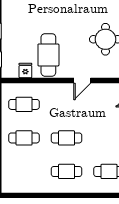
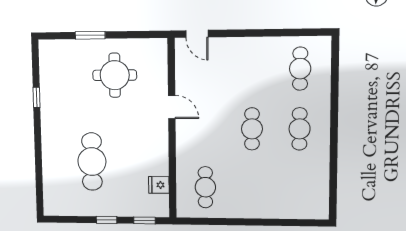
cafe table: (48, 55) -> (92, 162), moved, turned 90
cafe table: (24, 138) -> (252, 188), removed

